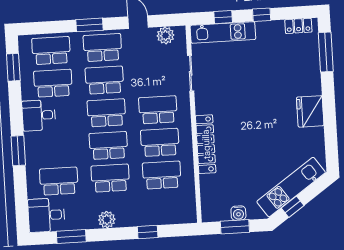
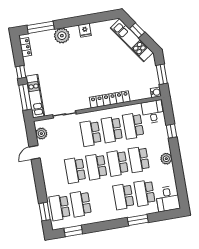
window: (223, 17) -> (25, 97), width x2.17
window: (89, 25) -> (45, 212), moved
school desk: (103, 48) -> (123, 197), moved
plant: (310, 83) -> (62, 36), added
fridge: (310, 111) -> (85, 30), width x0.53, depth x0.75
desk: (39, 115) -> (153, 112), moved, turned 180
window: (18, 151) -> (138, 220), moved
window: (293, 207) -> (137, 30), moved
water cooler: (238, 213) -> (156, 92), moved
window: (71, 237) -> (180, 181), removed

